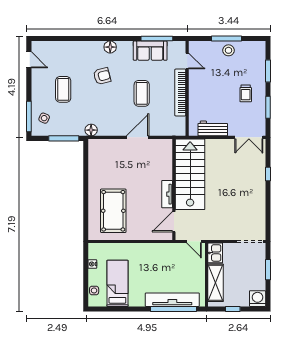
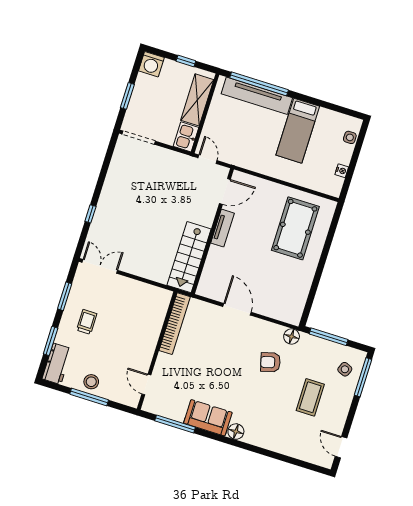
sofa: (150, 51) -> (208, 418), moved
armchair: (102, 76) -> (270, 362), moved
coffee table: (142, 93) -> (215, 362), removed
bookcase: (180, 93) -> (175, 324), moved
workbench: (213, 128) -> (57, 364), moved, turned -90
door: (138, 137) -> (237, 309), swing flipped
stairs: (190, 174) -> (189, 257), width x0.73, depth x0.66
bed: (117, 283) -> (298, 131), moved

